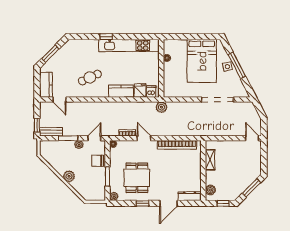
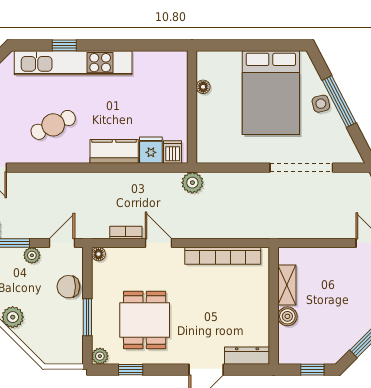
window: (106, 37) -> (64, 45), moved
kitchen unit: (129, 46) -> (73, 63), moved
boiler: (210, 190) -> (287, 316), moved
window: (143, 203) -> (131, 370), moved

